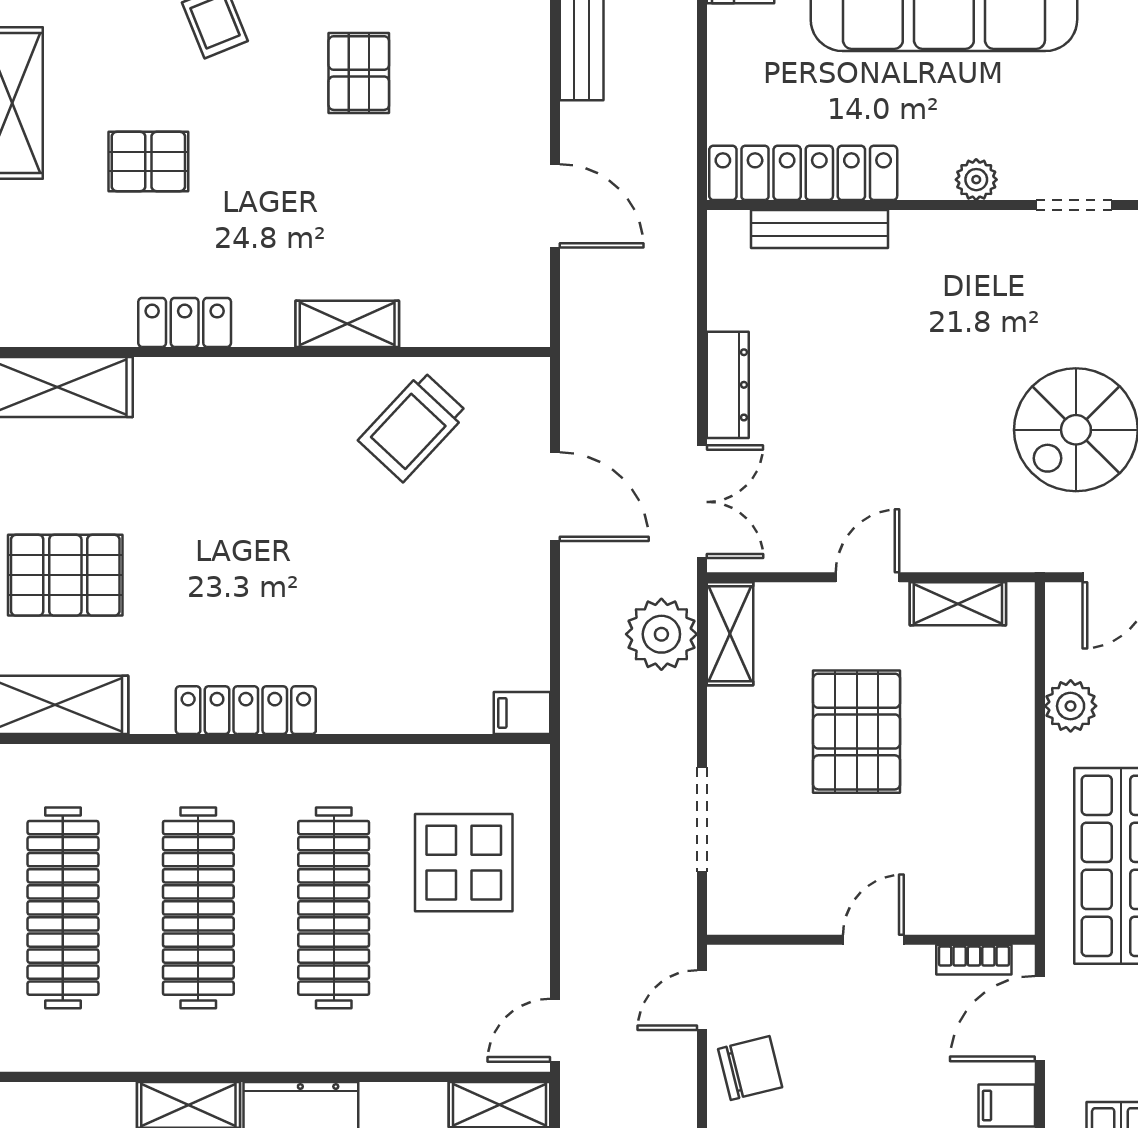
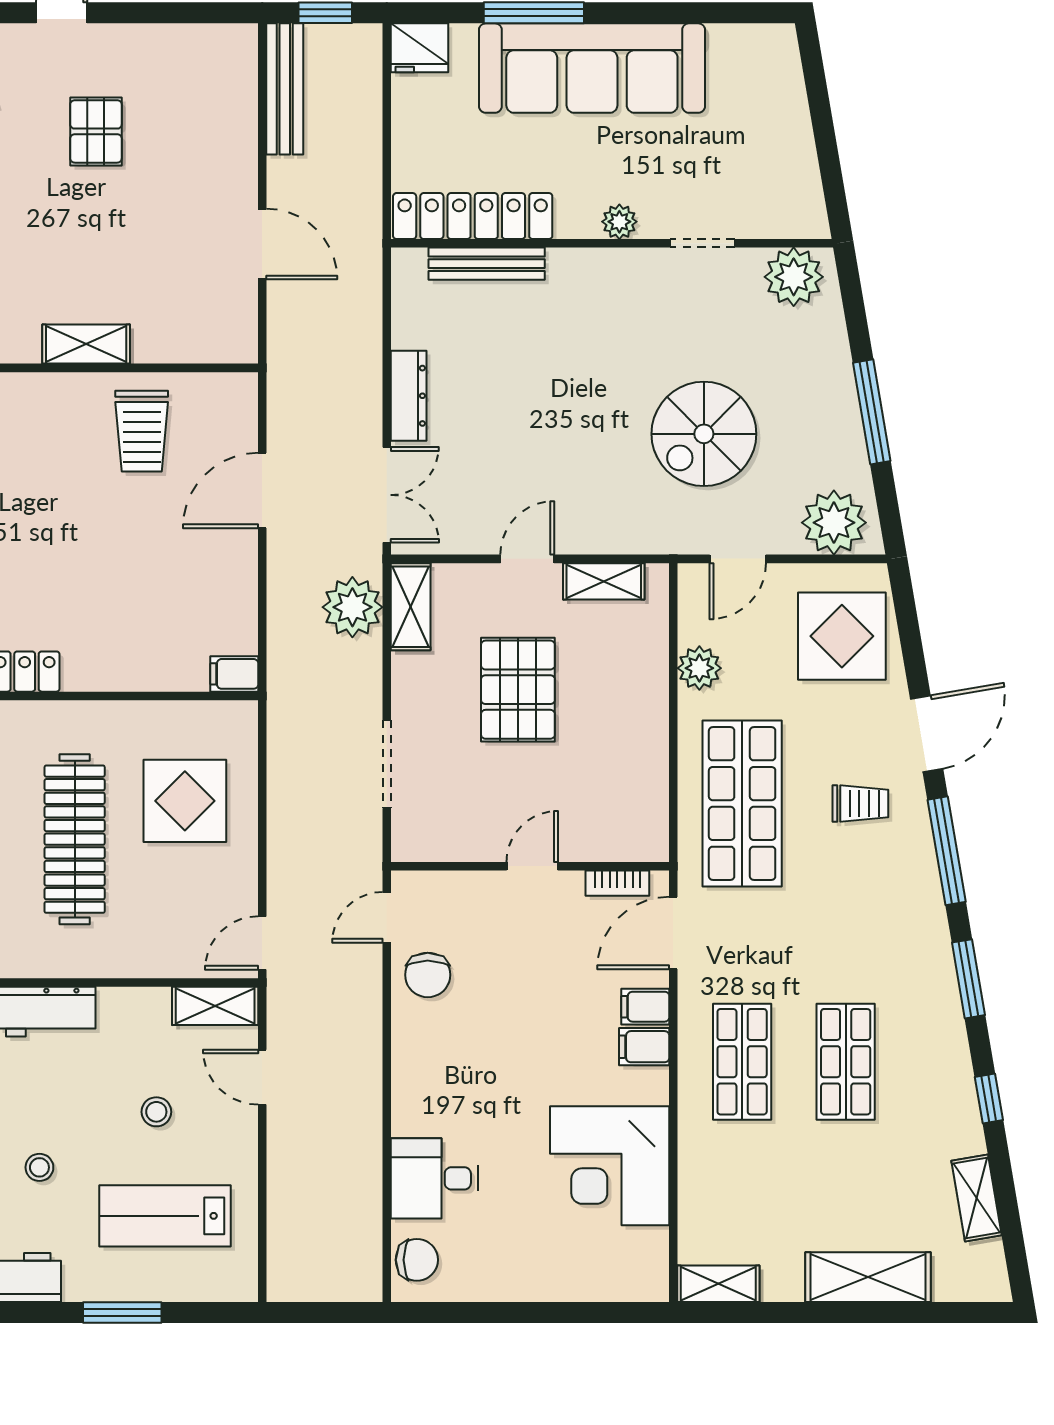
trolley: (413, 427) -> (142, 431), turned -43
door: (555, 497) -> (262, 490), swing flipped
chair: (750, 1068) -> (428, 975), turned 104

